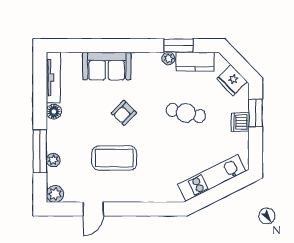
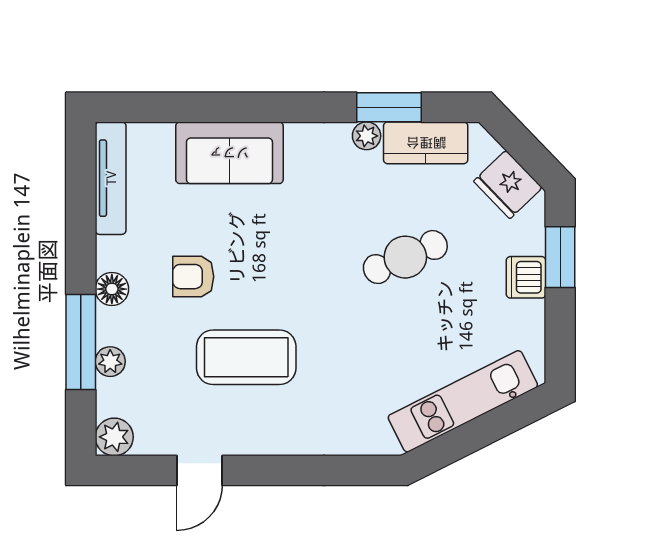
floor lamp: (54, 112) -> (112, 289), moved
armchair: (124, 113) -> (193, 277), moved, turned 46
cafe table: (186, 113) -> (405, 257), turned -36

